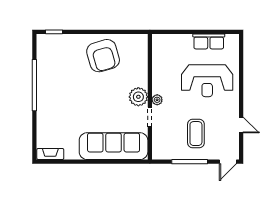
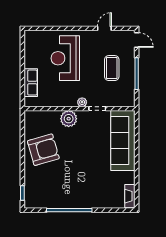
row of seats: (209, 41) -> (31, 83), moved
reception desk: (207, 81) -> (65, 58), turned 180
plant: (138, 97) -> (69, 119), moved
coffee table: (196, 134) -> (112, 68), turned 90

